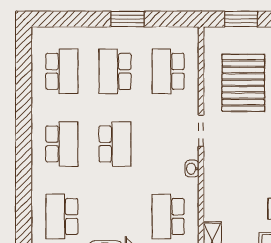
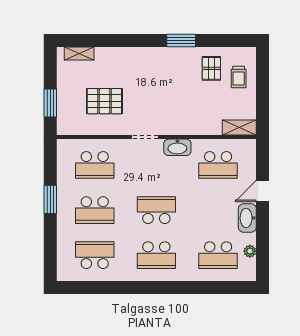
pallet: (243, 83) -> (104, 101), width x0.73, depth x0.71
school desk: (62, 144) -> (156, 255), turned 180
washbasin: (192, 169) -> (177, 147), width x1.91, depth x1.45

